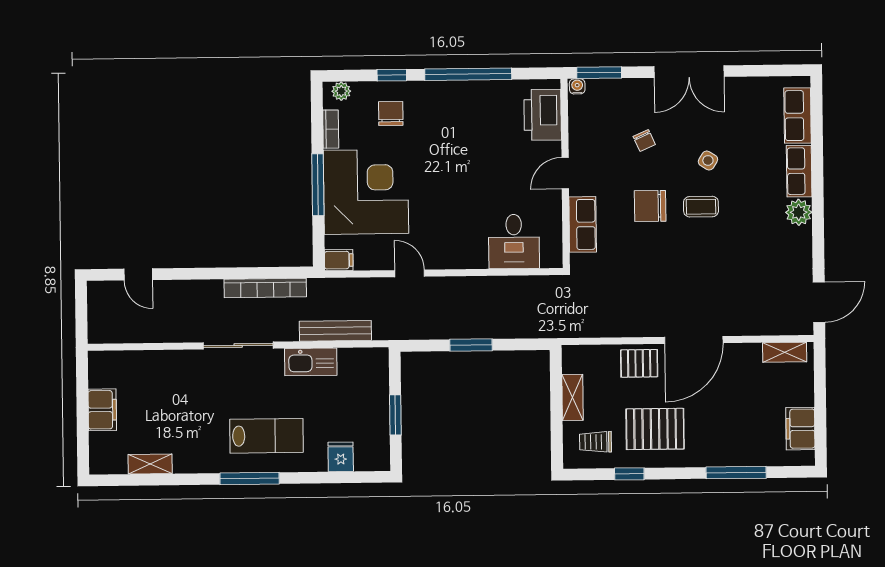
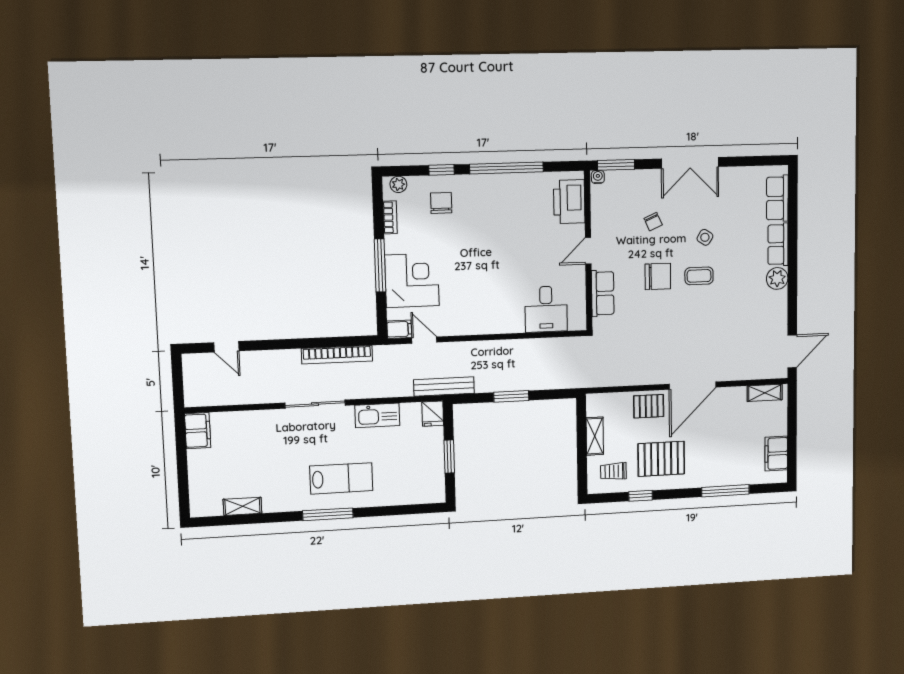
corner desk: (366, 192) -> (412, 280), width x0.74, depth x0.74
chair: (650, 206) -> (658, 276), turned 180
door: (410, 273) -> (424, 340), moved
bench: (335, 331) -> (444, 387), moved
filing cabinet: (102, 410) -> (198, 431), moved
fridge: (341, 457) -> (433, 414), moved, turned 180

